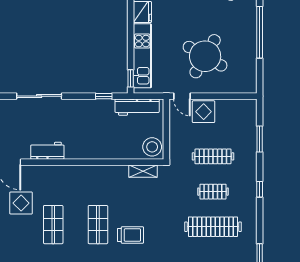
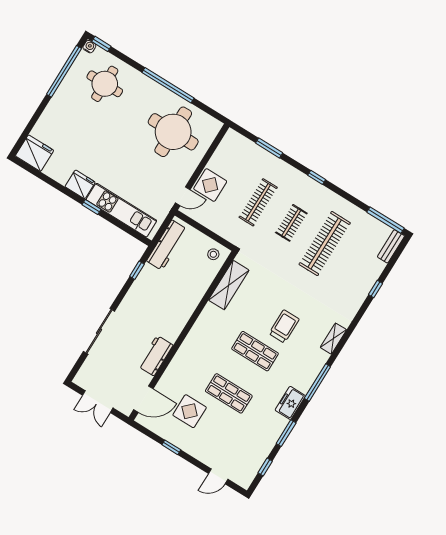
round table: (205, 56) -> (173, 132), moved, turned -30
window: (131, 78) -> (91, 207), moved
stool: (152, 147) -> (213, 254), width x0.53, depth x0.53
shelving: (143, 171) -> (229, 285), width x1.50, depth x1.33

